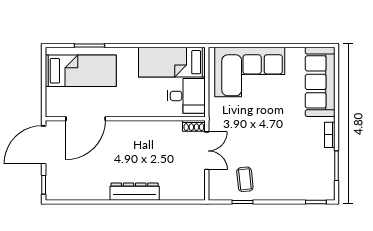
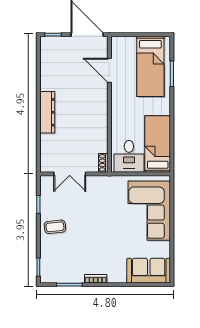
sofa: (320, 82) -> (149, 271), width x0.73
door: (86, 119) -> (109, 70), width x0.73
double door: (207, 151) -> (70, 174), moved
coffee table: (245, 179) -> (55, 227), moved

